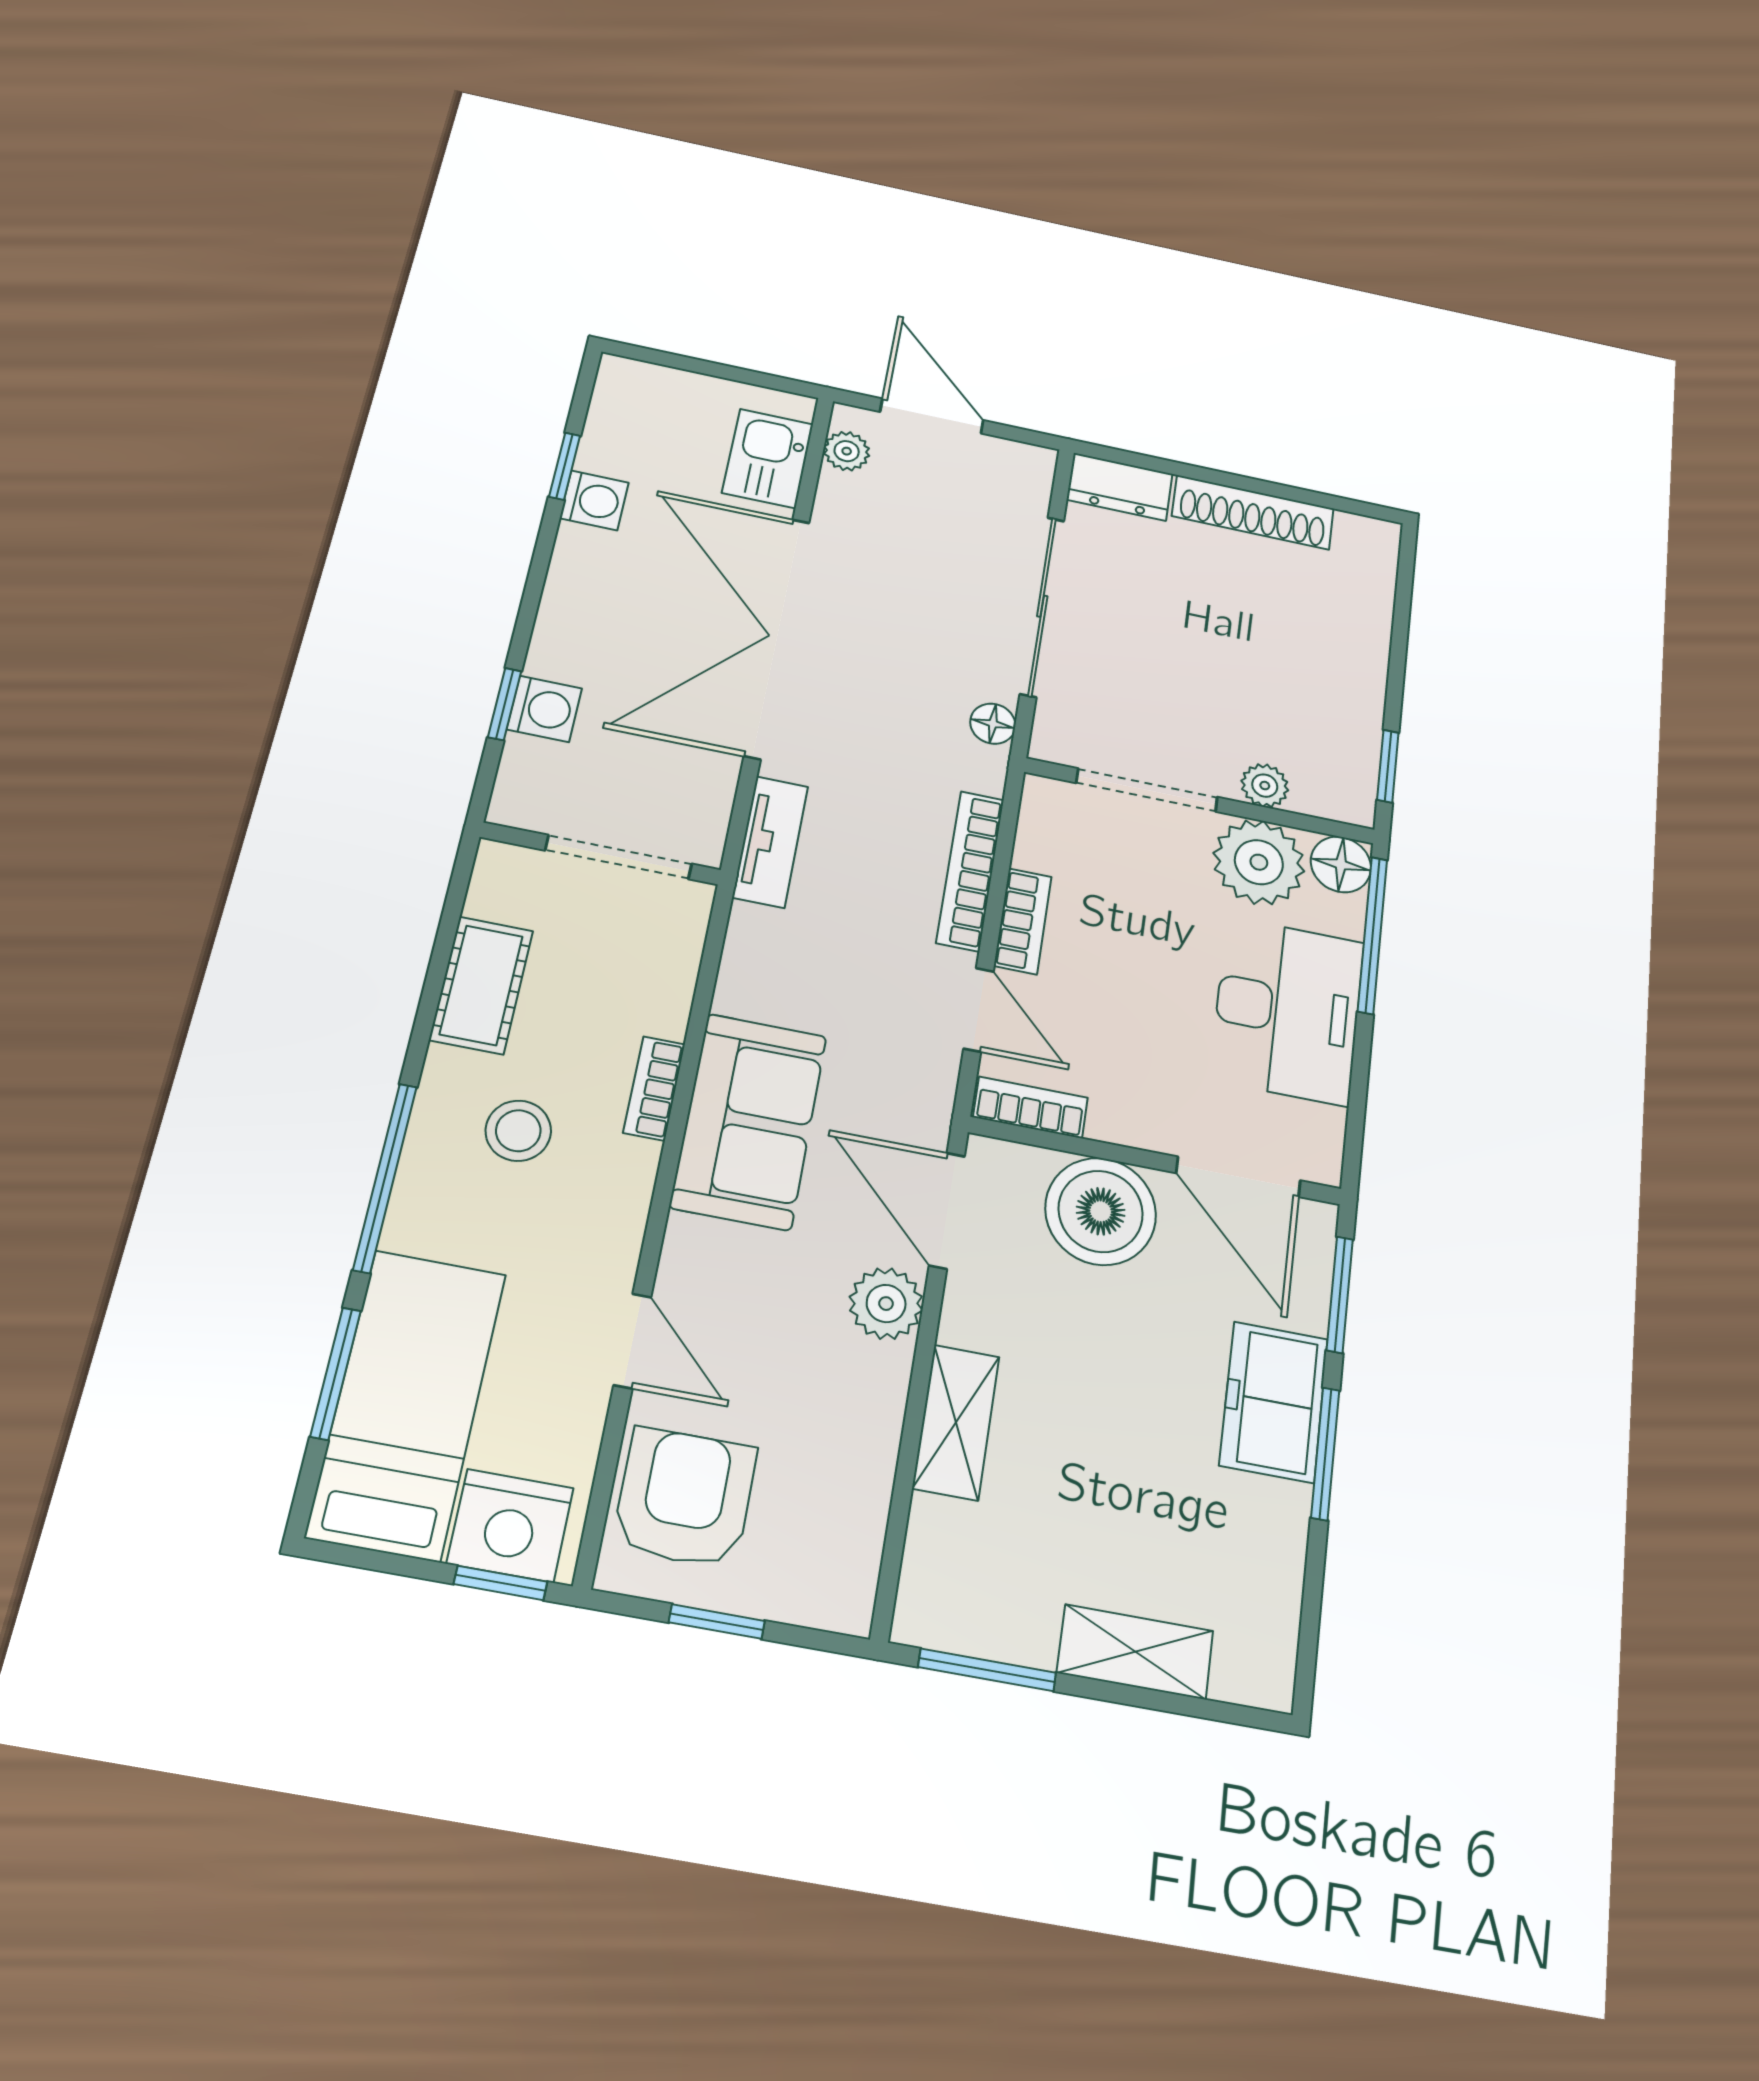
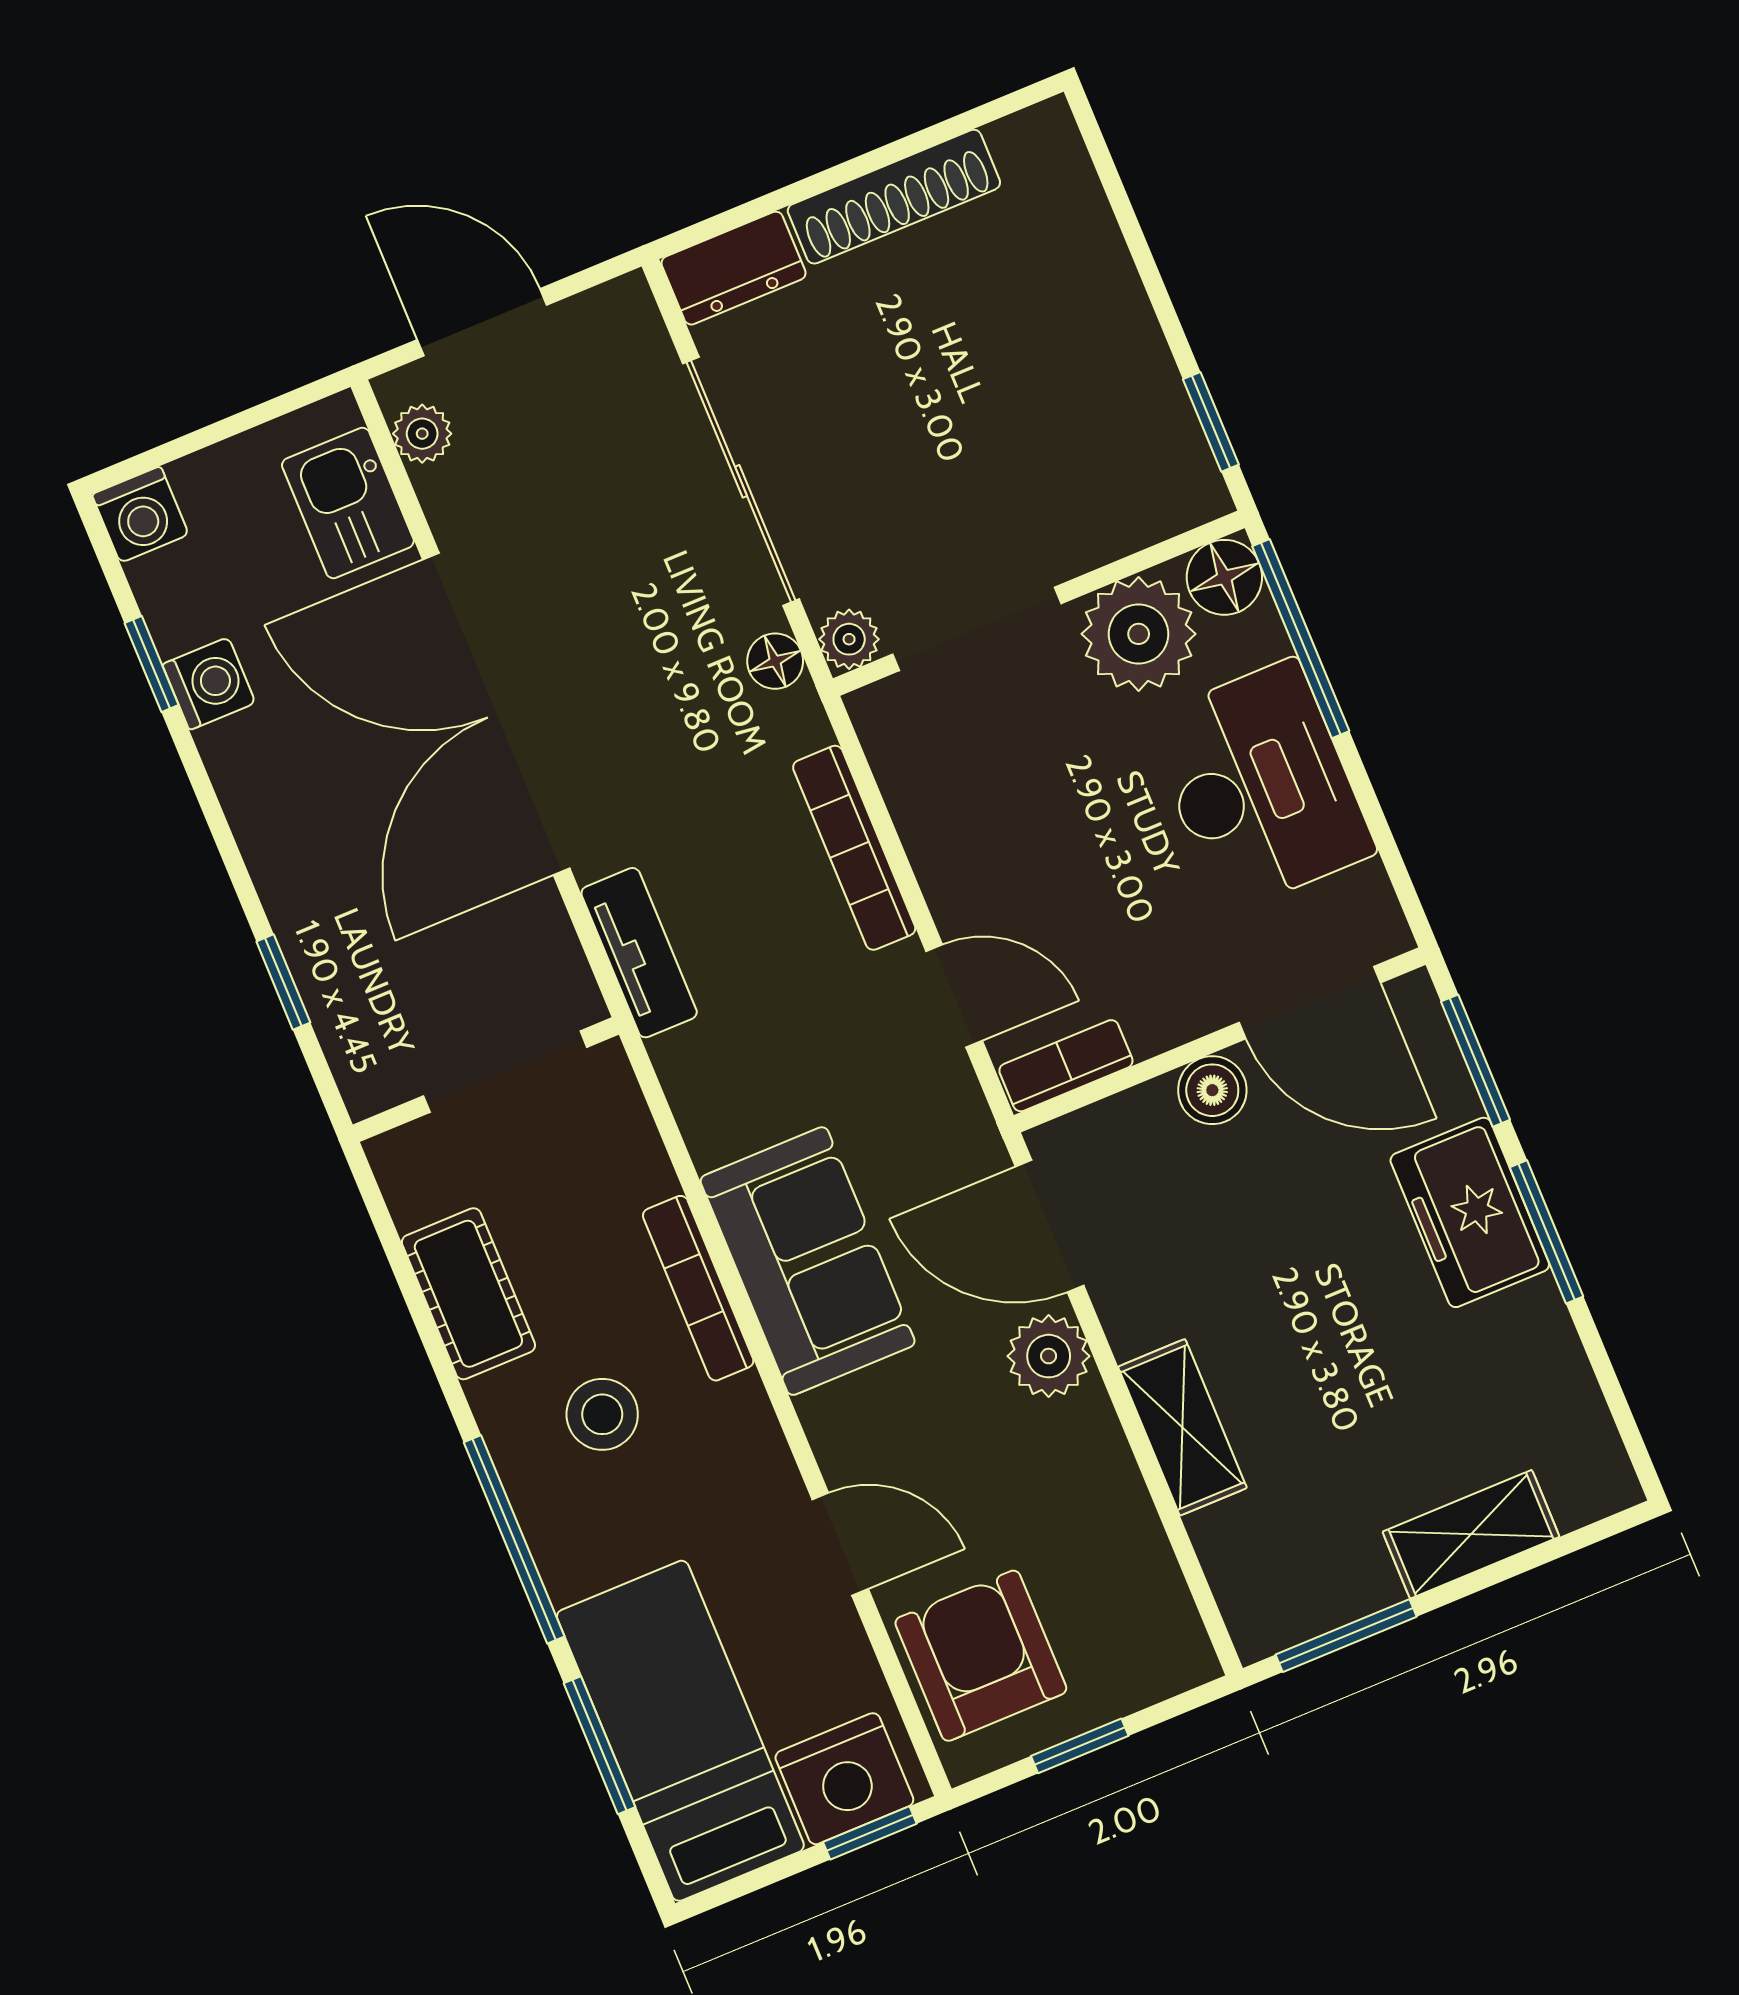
washing machine: (544, 709) -> (140, 514), moved, turned 90
plant: (1265, 786) -> (849, 639), moved
bookcase: (1023, 921) -> (940, 868), removed
bookcase: (654, 1088) -> (698, 1288), width x1.56
boiler: (1101, 1211) -> (1212, 1090), width x0.54, depth x0.54

